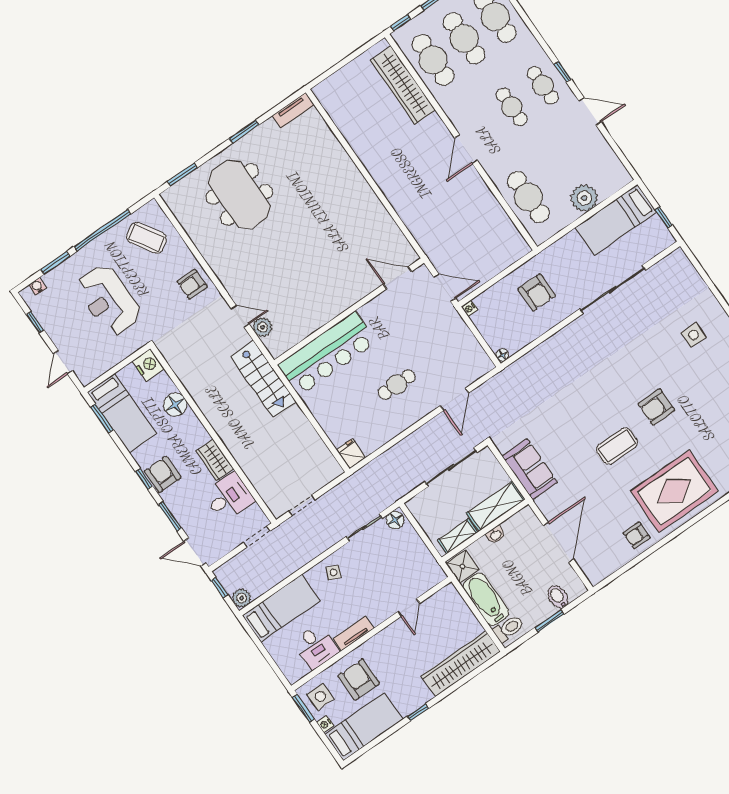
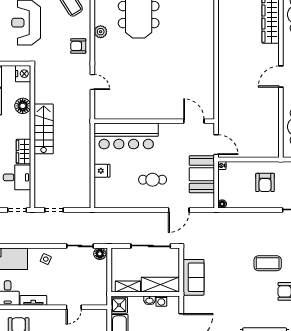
plant: (263, 327) -> (101, 32), moved
booth: (452, 336) -> (202, 174), added
stairs: (263, 379) -> (44, 129), moved, turned 180
coffee table: (617, 446) -> (268, 263), moved
fridge: (351, 454) -> (102, 171), moved, turned 90
washing machine: (511, 526) -> (161, 301), added

